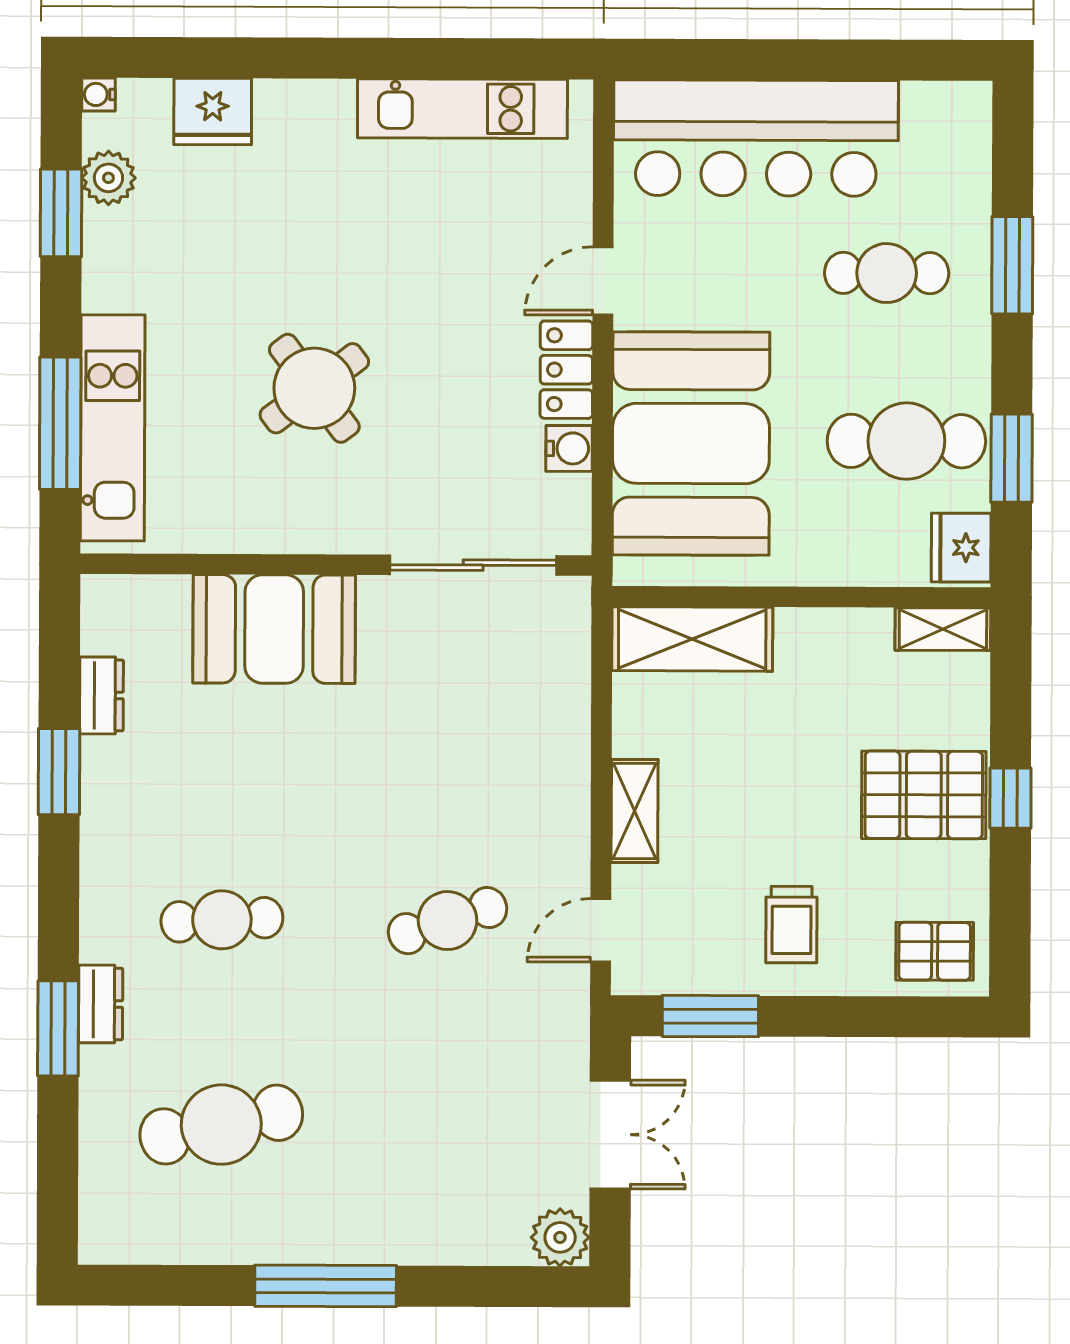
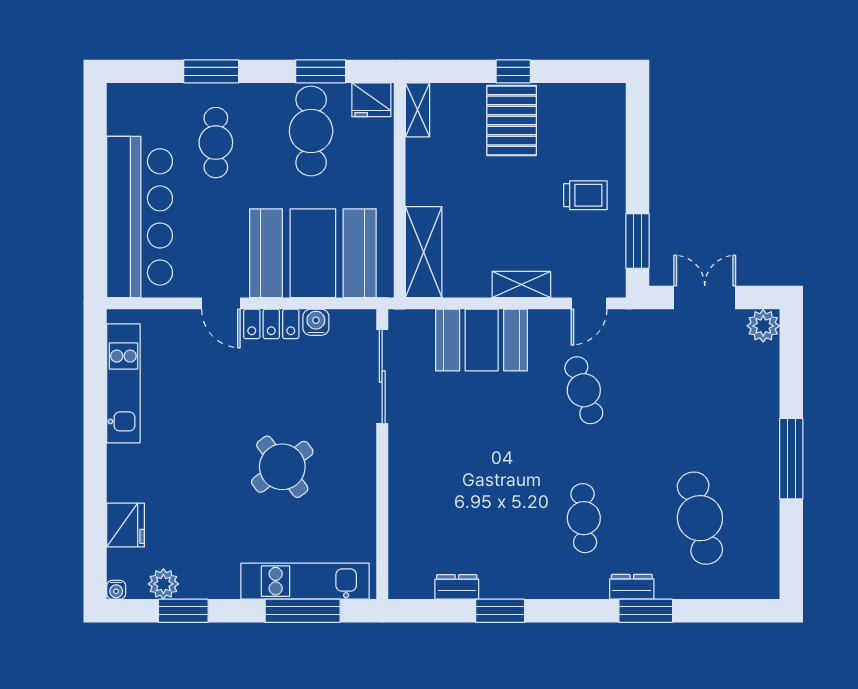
booth: (274, 629) -> (482, 340), moved, turned 90
door: (601, 930) -> (589, 303), hinge flipped
pallet: (935, 951) -> (600, 114), removed

